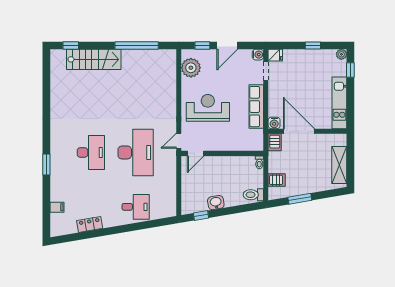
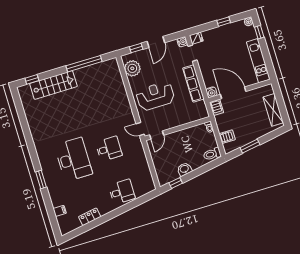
door: (179, 141) -> (140, 129), hinge flipped
desk: (91, 152) -> (73, 159), width x1.36, depth x1.30
desk: (136, 152) -> (109, 149), width x0.53, depth x0.77

